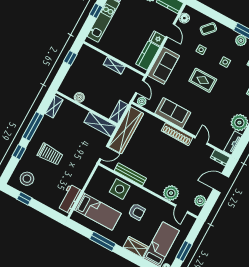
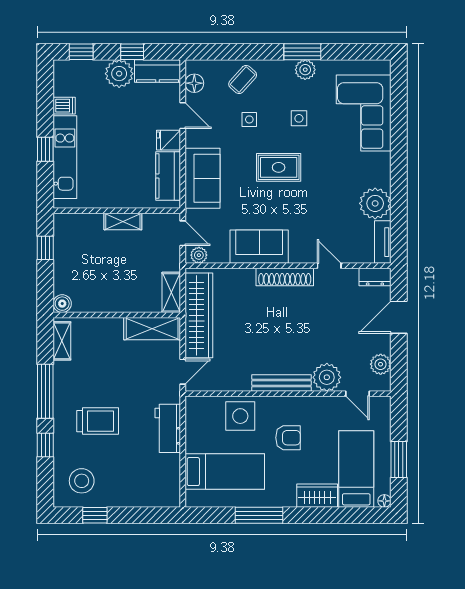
boiler: (79, 97) -> (62, 304), moved
bench: (130, 174) -> (282, 383), moved
workbench: (69, 199) -> (168, 428), moved

